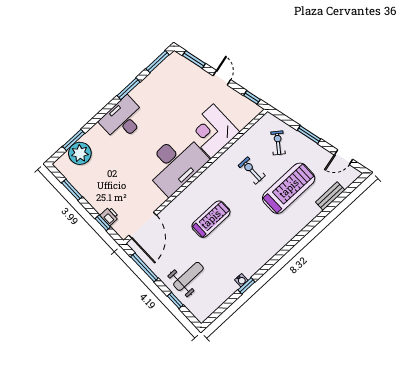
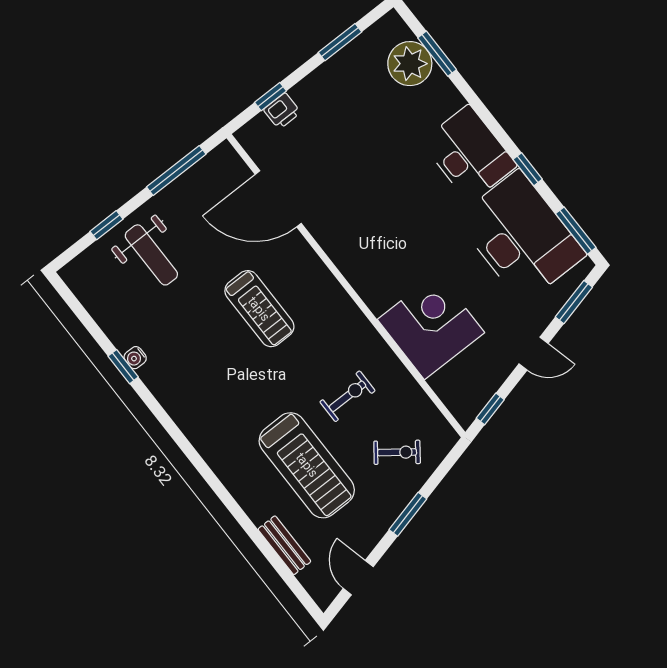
window: (128, 89) -> (528, 169), width x0.67
desk: (175, 163) -> (521, 237), moved, turned 180
door: (143, 225) -> (278, 199), moved

